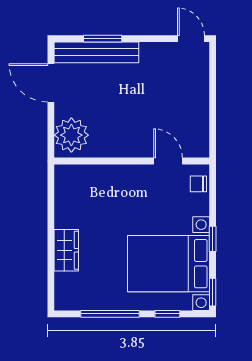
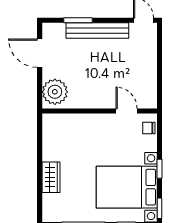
bench: (96, 52) -> (97, 31), moved

